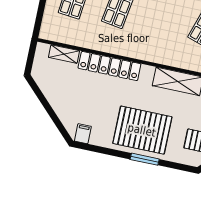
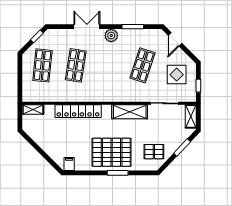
shelving: (64, 54) -> (33, 109), moved

